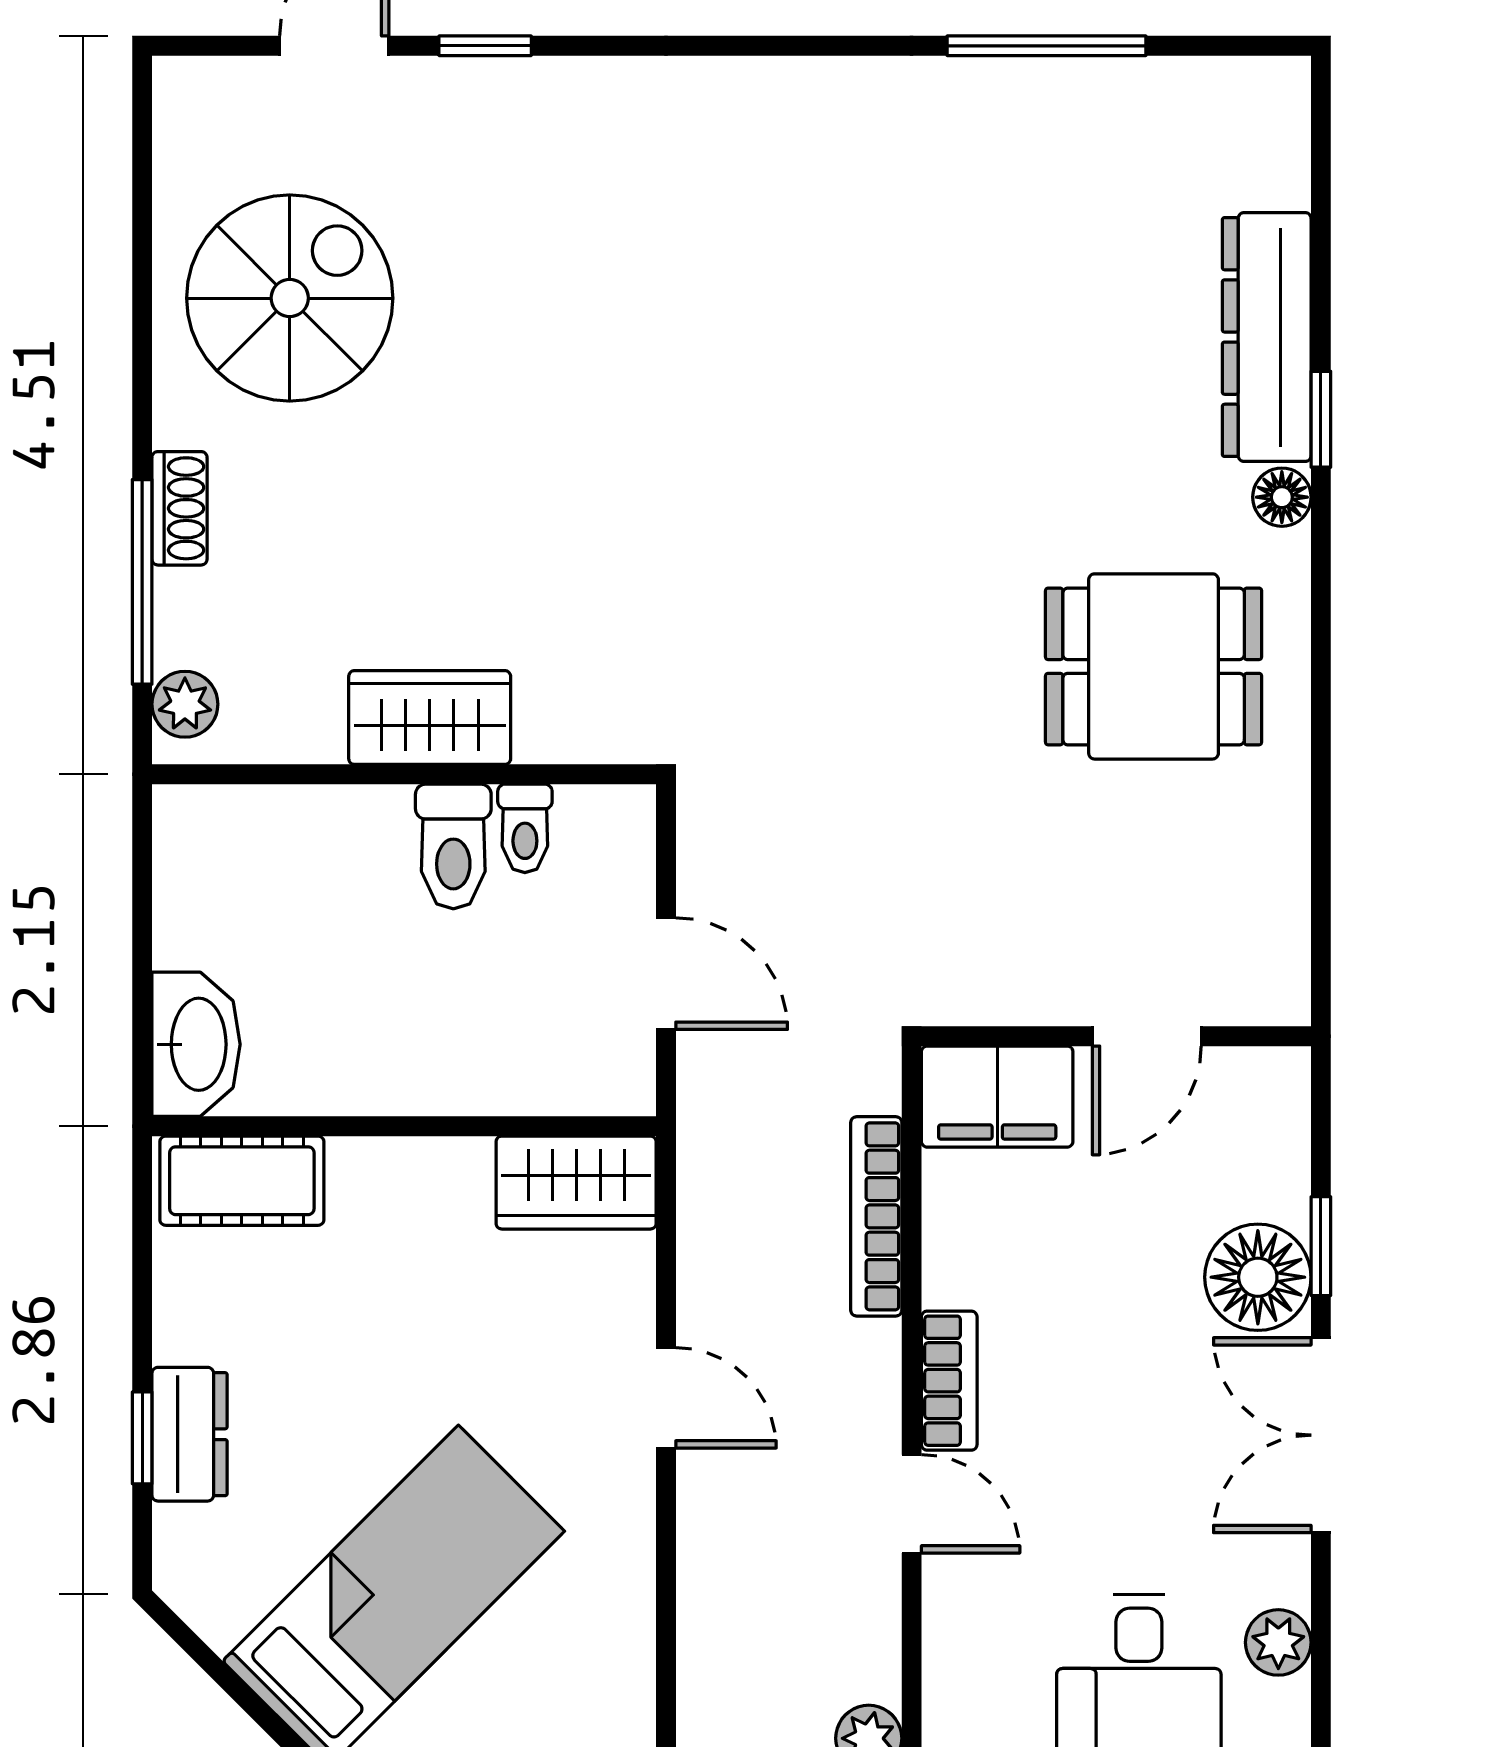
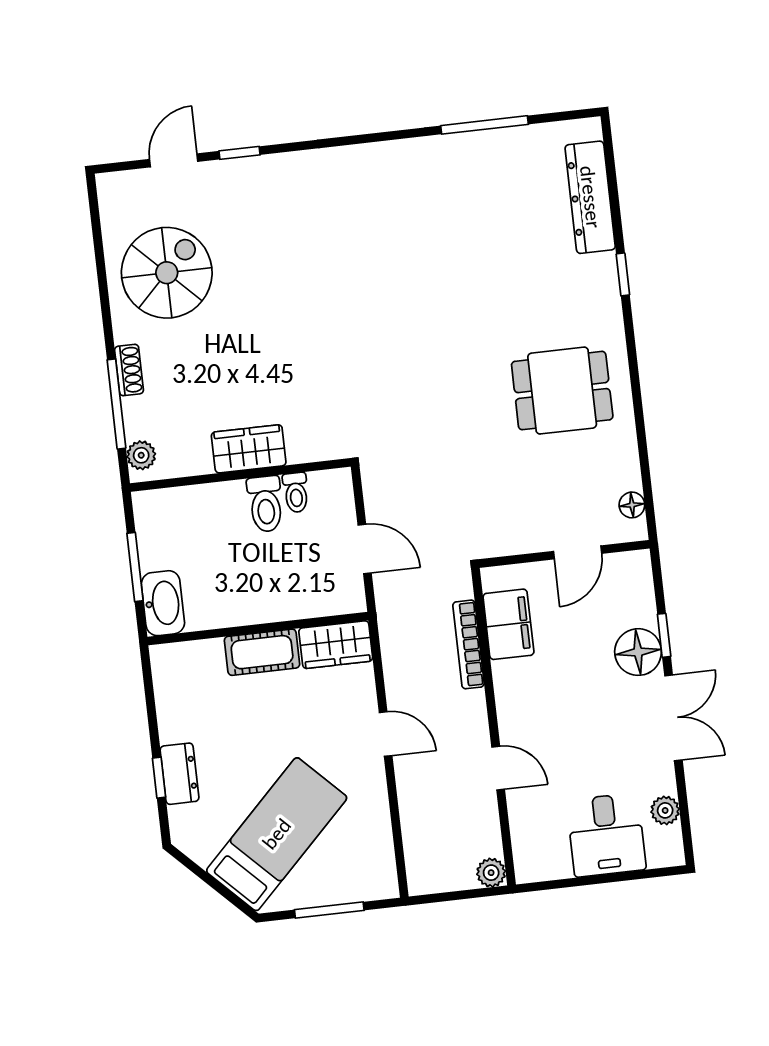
dresser: (1267, 337) -> (590, 197), moved
floor lamp: (1282, 497) -> (632, 505), moved
window: (142, 955) -> (135, 567), added
filing cabinet: (997, 1097) -> (508, 624), moved, turned -90
cot: (242, 1181) -> (262, 652), moved
bookcase: (949, 1381) -> (508, 713), removed
double door: (1321, 1435) -> (673, 718), swing flipped

